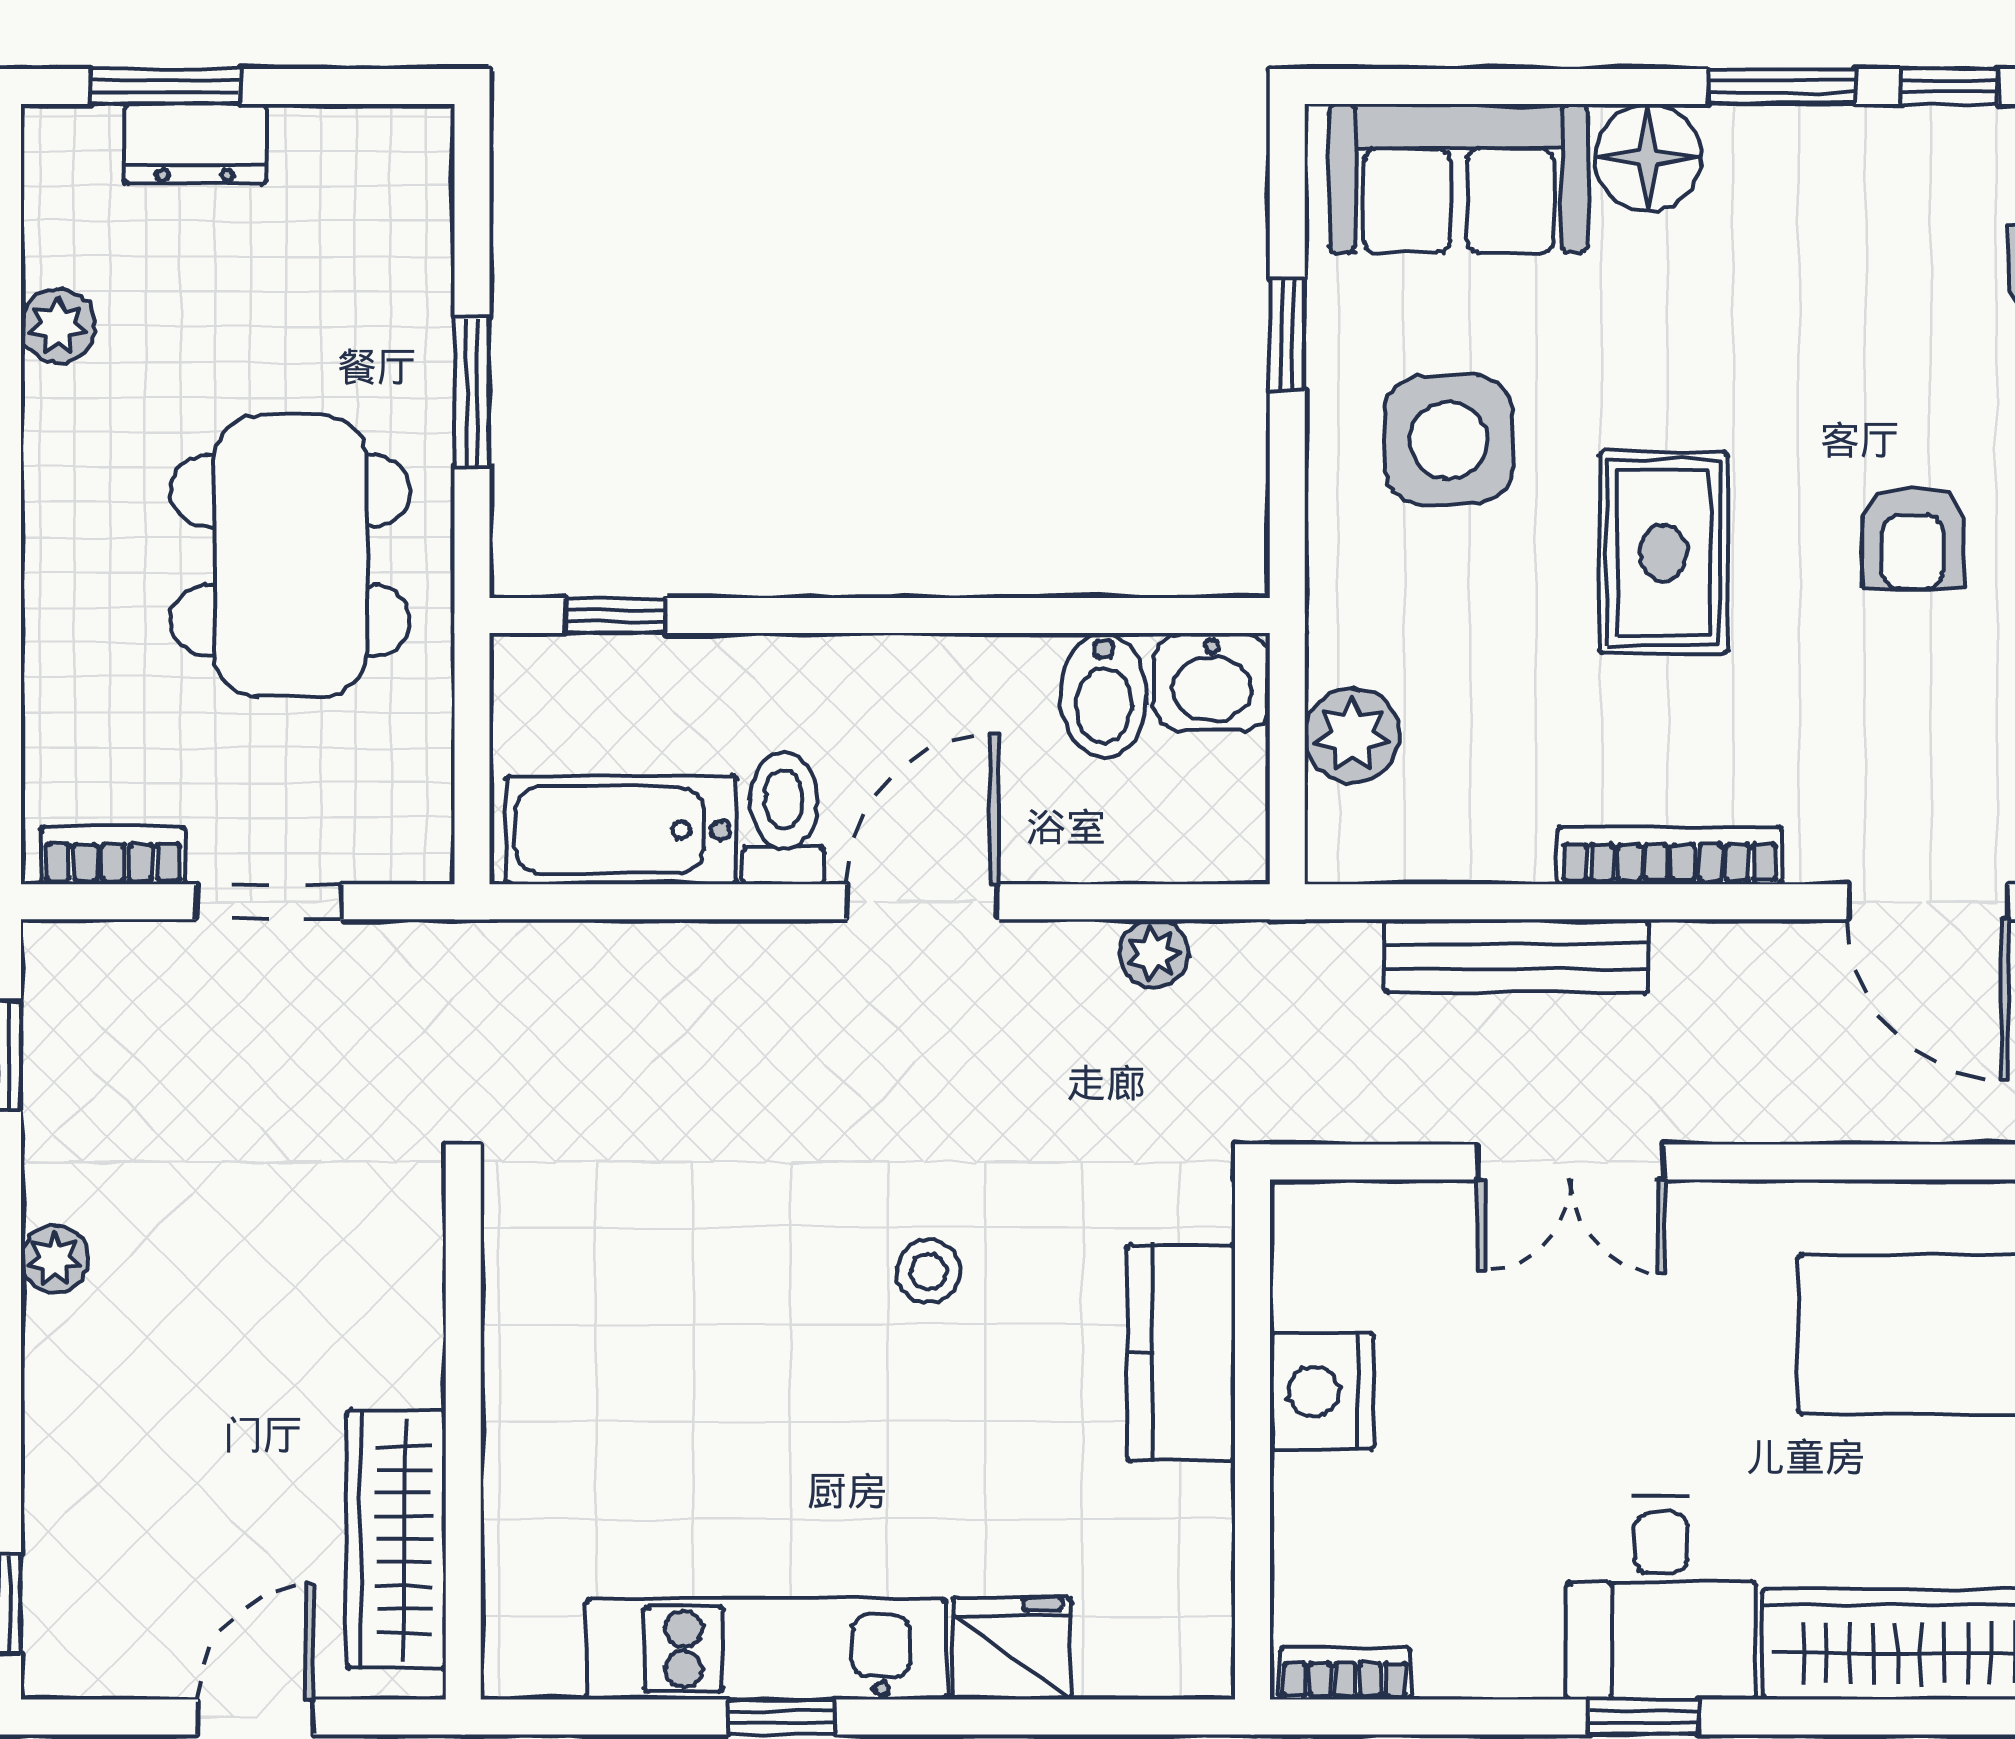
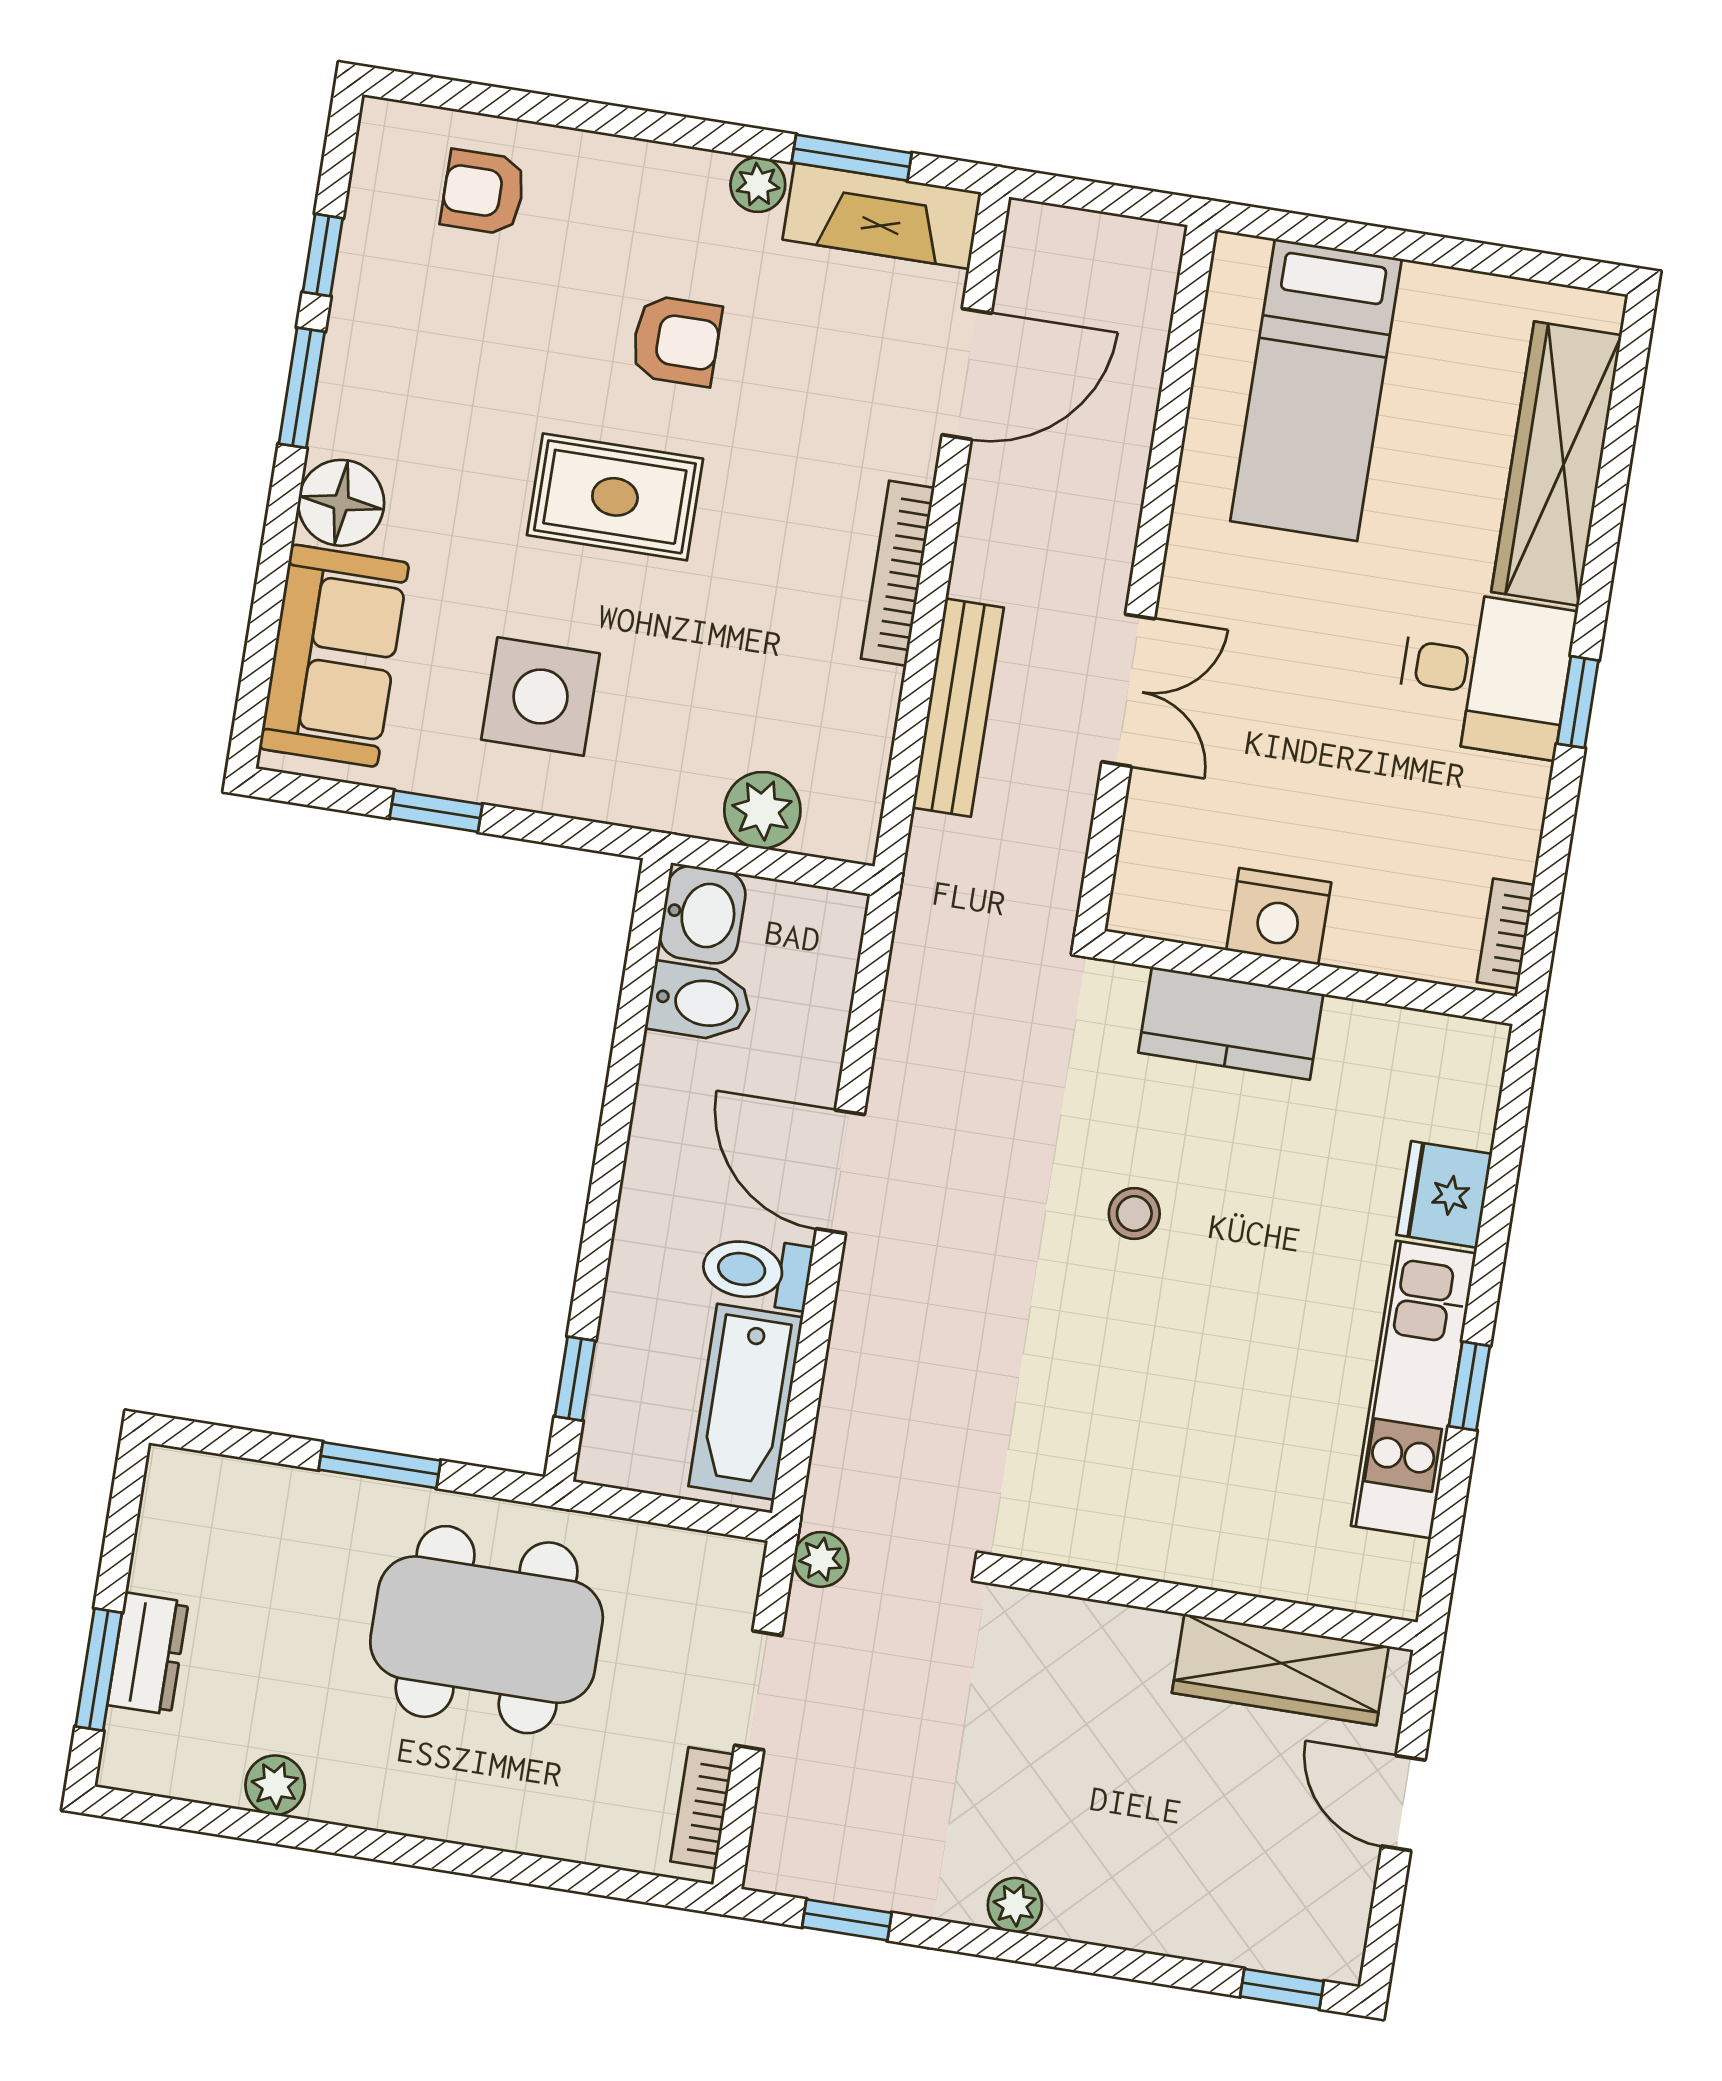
rug: (1663, 553) -> (615, 497), moved
plant: (1154, 953) -> (821, 1559), moved

